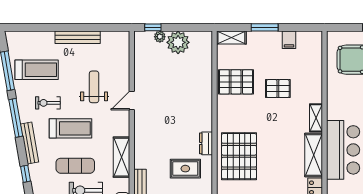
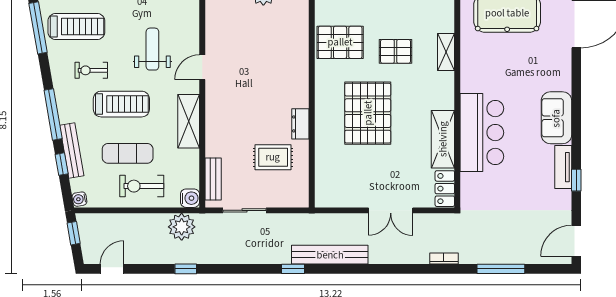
window: (16, 118) -> (53, 114), moved
shelving: (316, 118) -> (446, 52), moved
bench: (30, 143) -> (72, 150), moved
pallet: (239, 156) -> (368, 113), moved
shelving: (121, 157) -> (189, 121), moved

